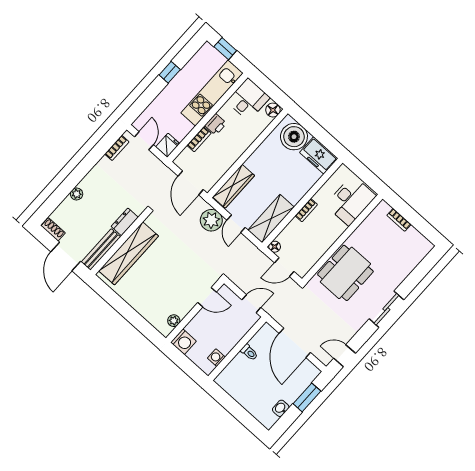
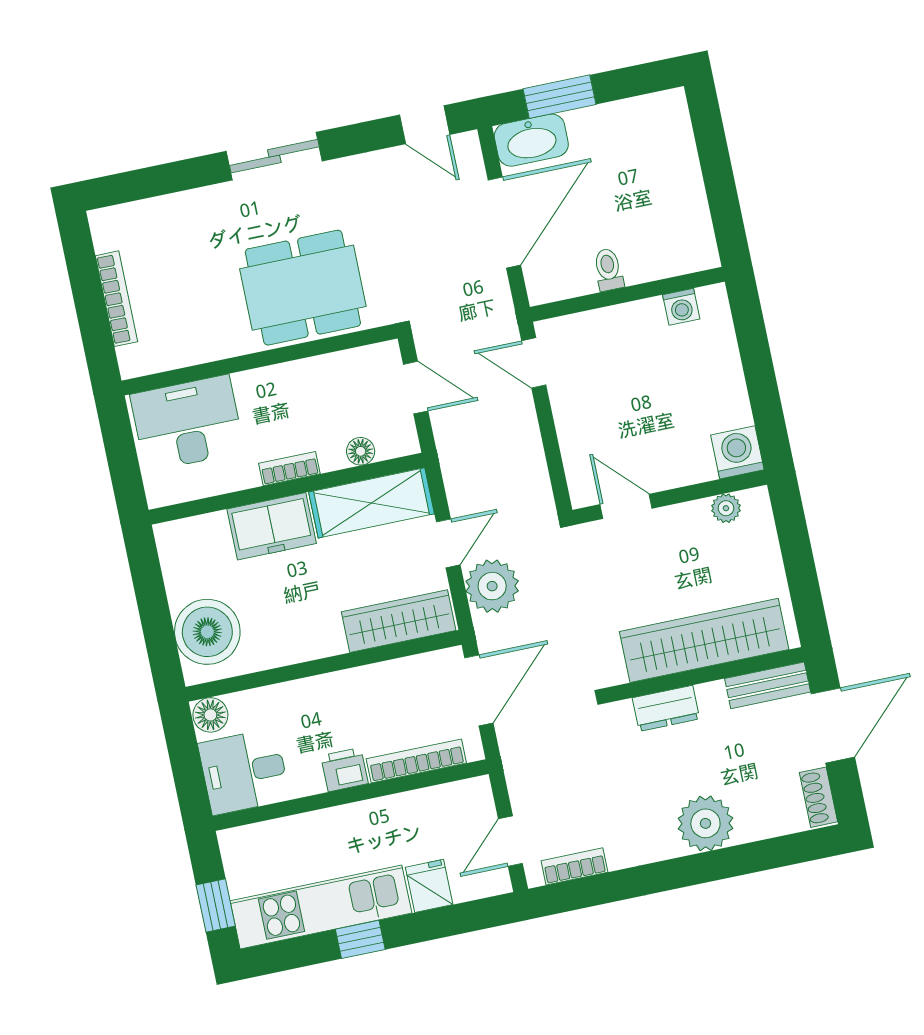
kitchen unit: (212, 93) -> (321, 907), moved, turned 180
bookcase: (199, 139) -> (416, 761), width x1.56
fridge: (168, 145) -> (429, 886), moved, turned 90
freezer: (319, 155) -> (272, 526), moved, turned 90
plant: (77, 194) -> (705, 823), width x1.88, depth x1.88
bookcase: (399, 220) -> (116, 299), width x1.56
floor lamp: (275, 247) -> (361, 451), moved
bench: (101, 249) -> (768, 685), width x0.73
door: (207, 297) -> (626, 506), moved
wall: (195, 311) -> (670, 497), moved
plant: (174, 321) -> (726, 508), moved
washing machine: (183, 342) -> (737, 452), moved
washbasin: (281, 408) -> (531, 140), moved, width x1.91, depth x1.45

